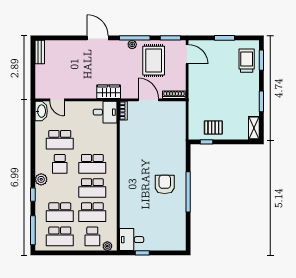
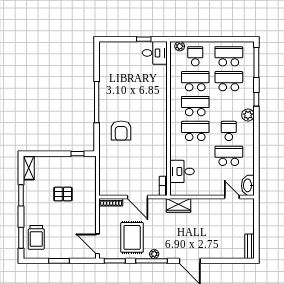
desk: (105, 112) -> (182, 171), moved
pallet: (213, 127) -> (63, 194), moved
armchair: (165, 184) -> (121, 131), moved

